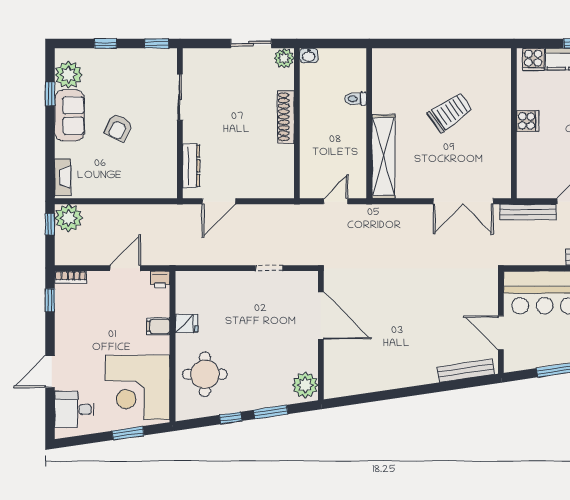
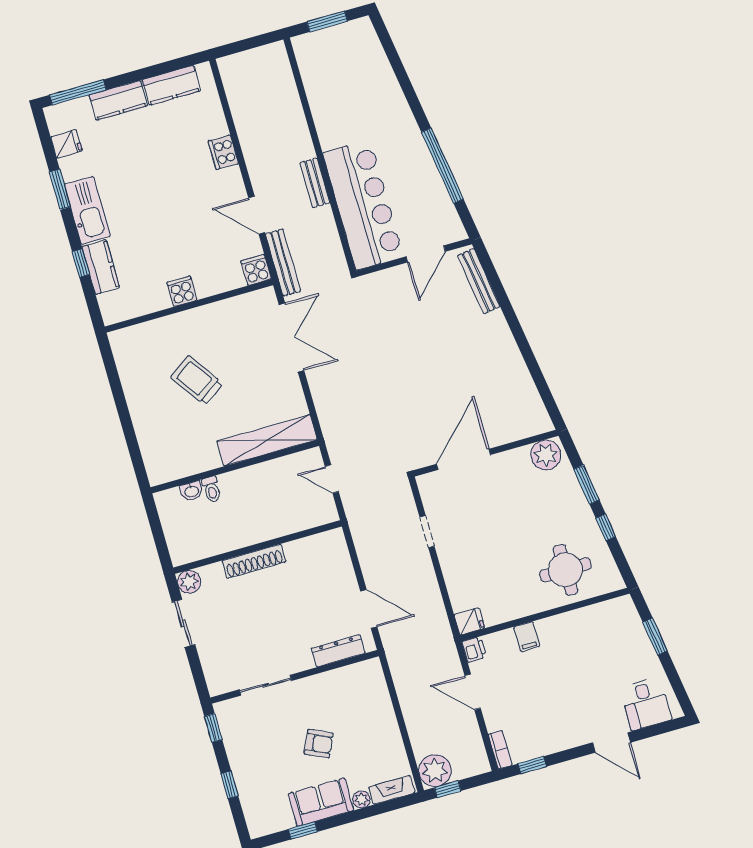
washbasin: (309, 56) -> (191, 491), moved, turned 90
cooker: (533, 59) -> (256, 270), moved, turned -90
plant: (68, 75) -> (361, 799), moved, width x0.53, depth x0.53
fridge: (186, 324) -> (469, 621), moved, turned 90
corner desk: (138, 387) -> (601, 640), removed

